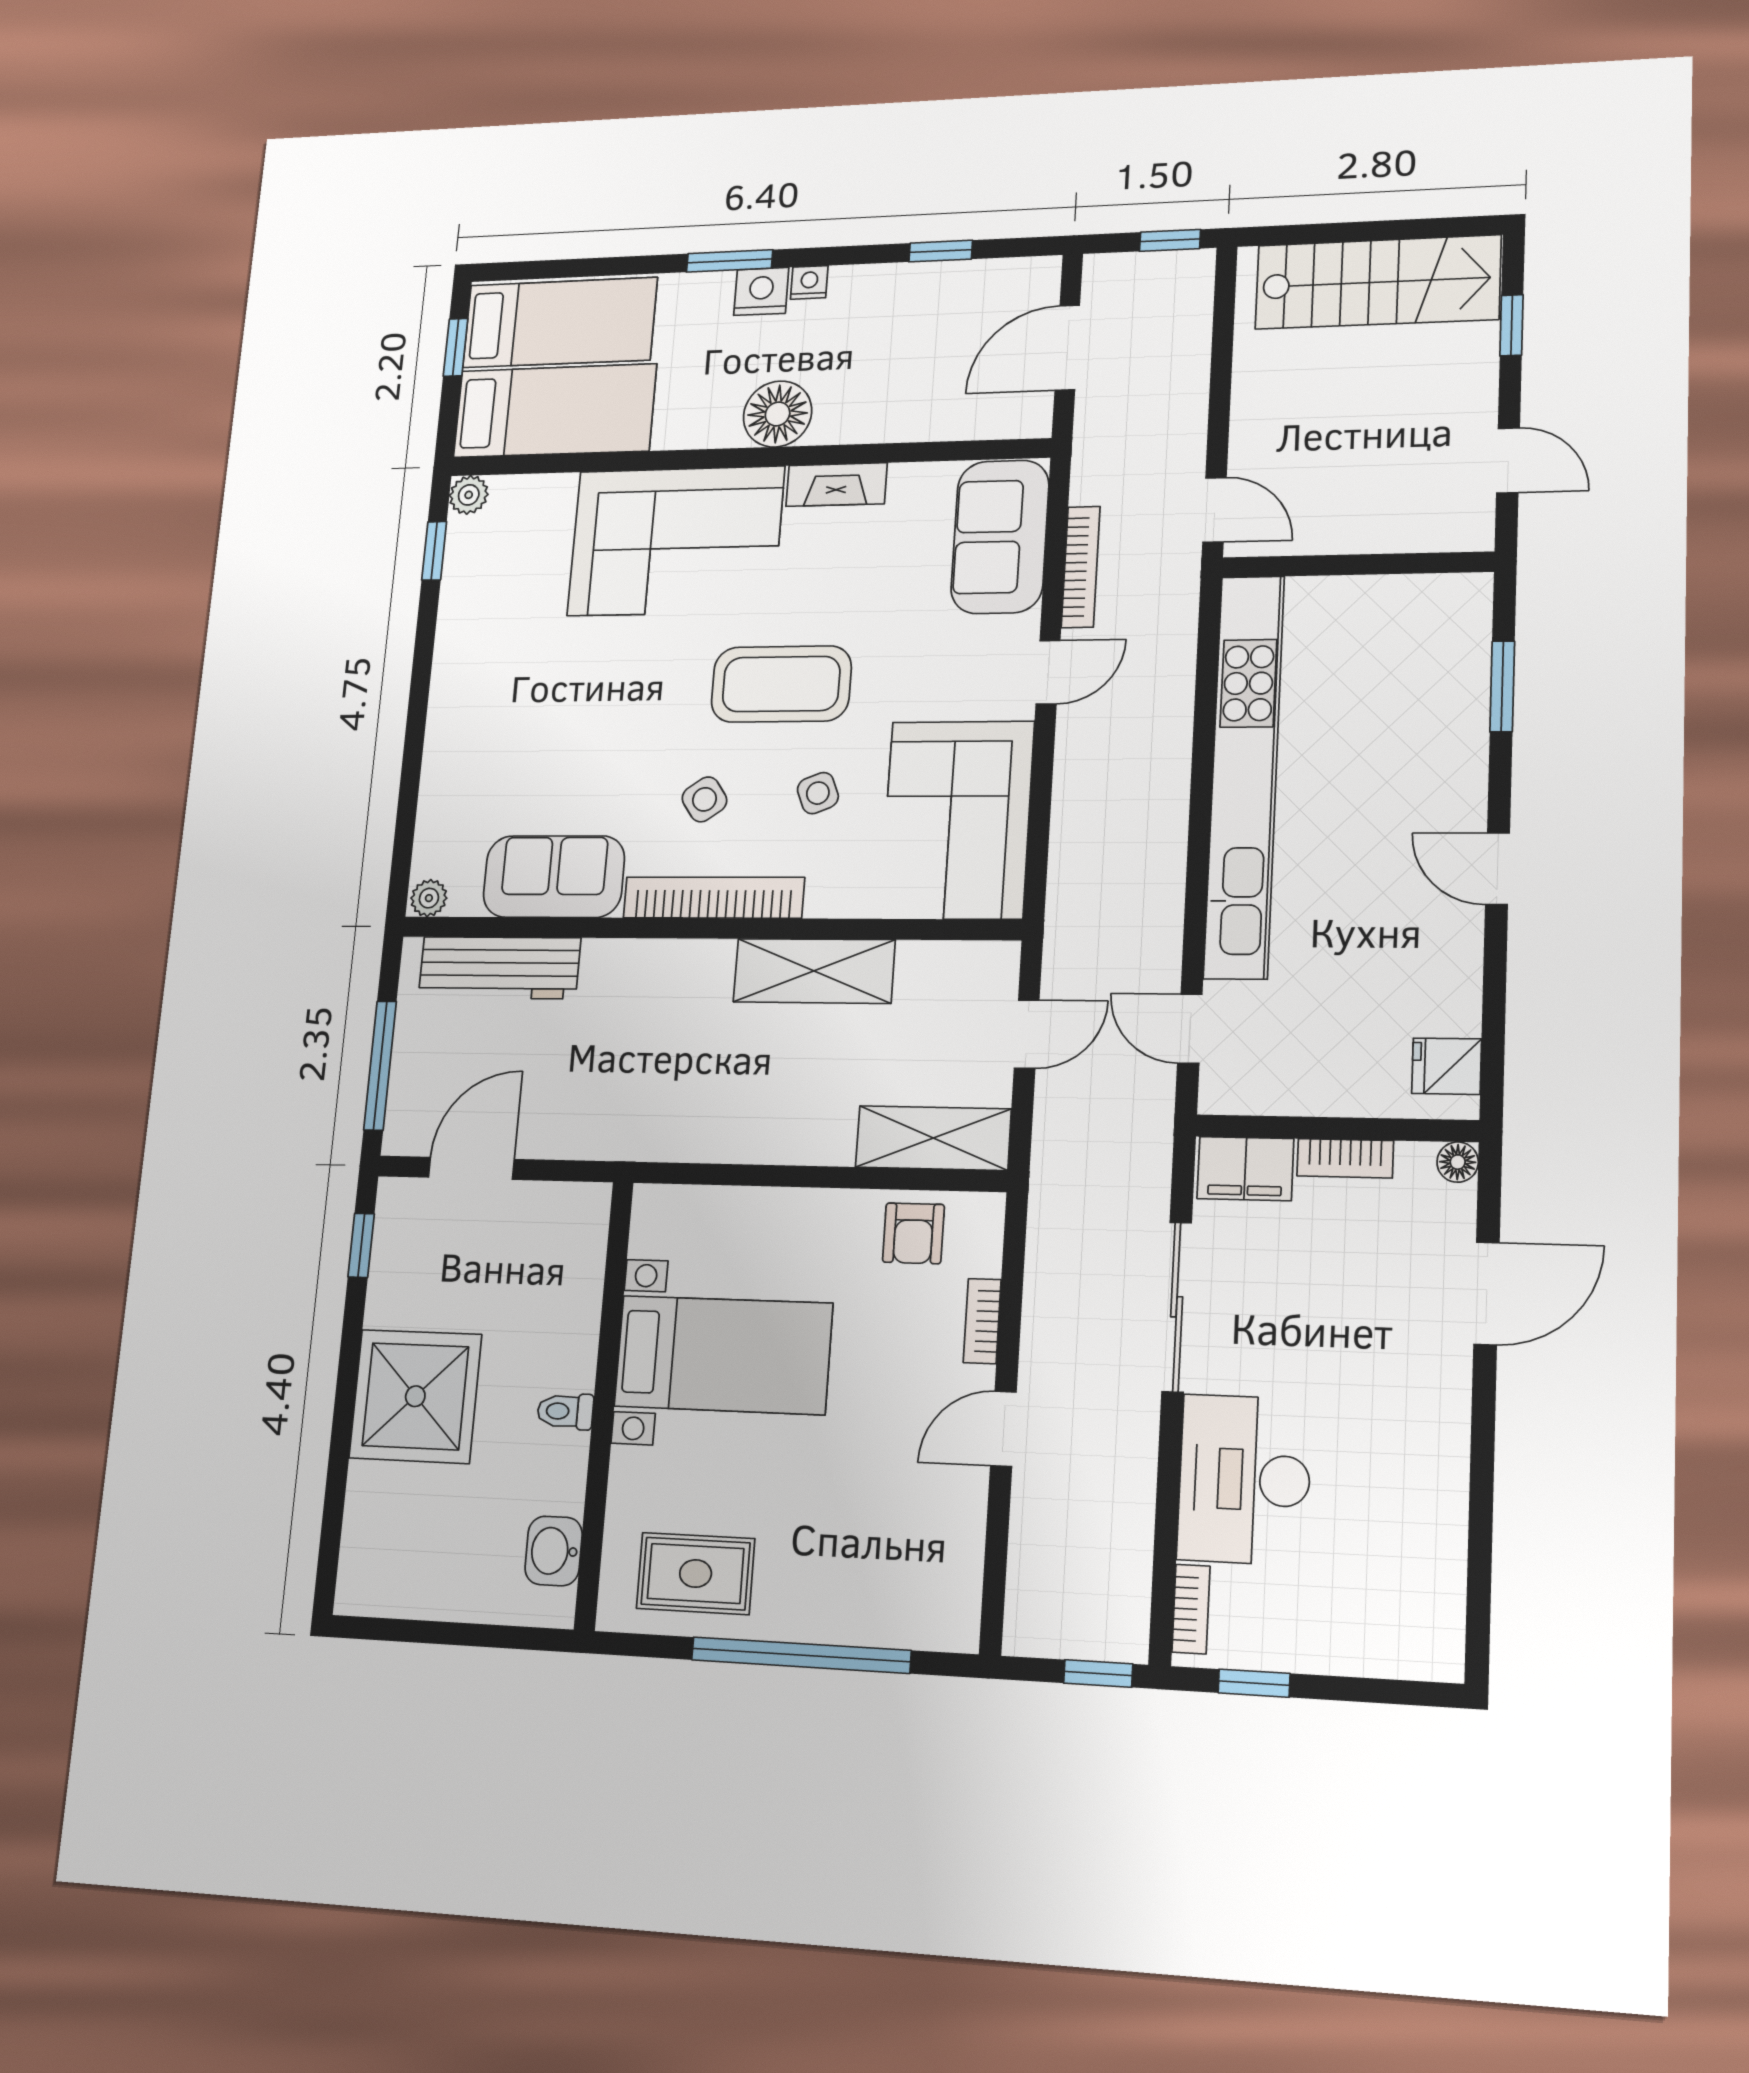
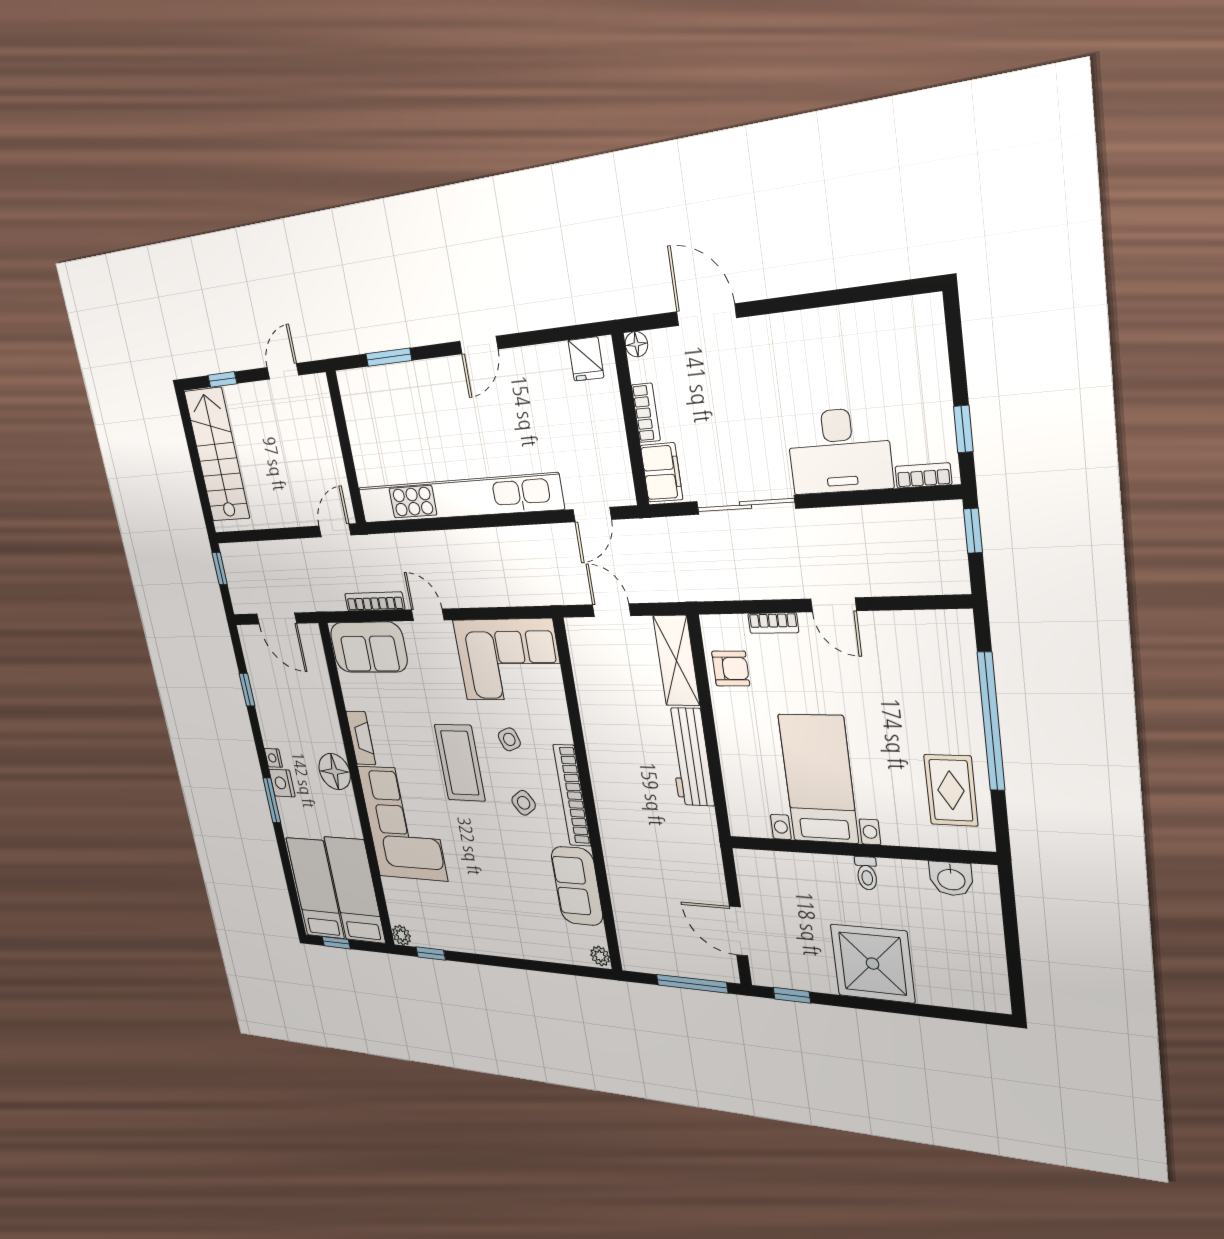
workbench: (499, 968) -> (690, 757), moved, turned 180
shelving: (814, 971) -> (600, 736), removed

